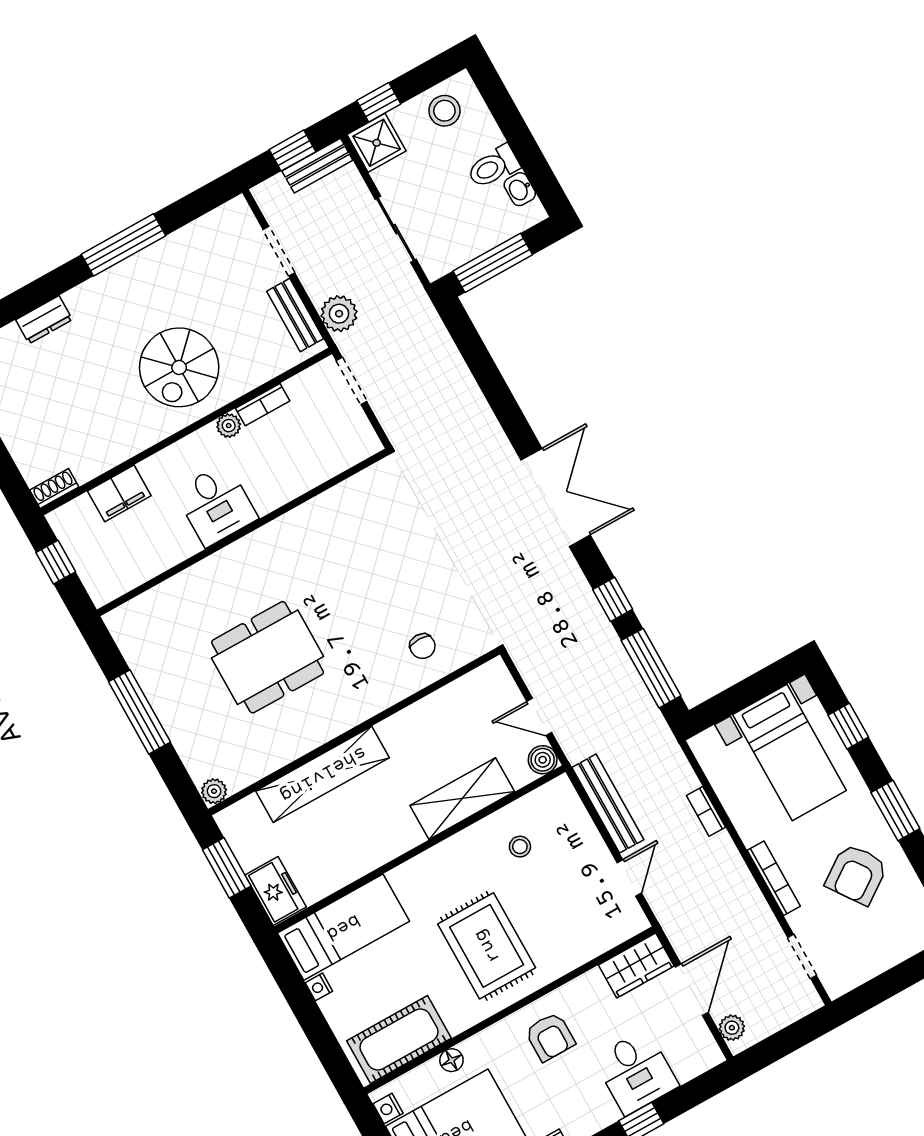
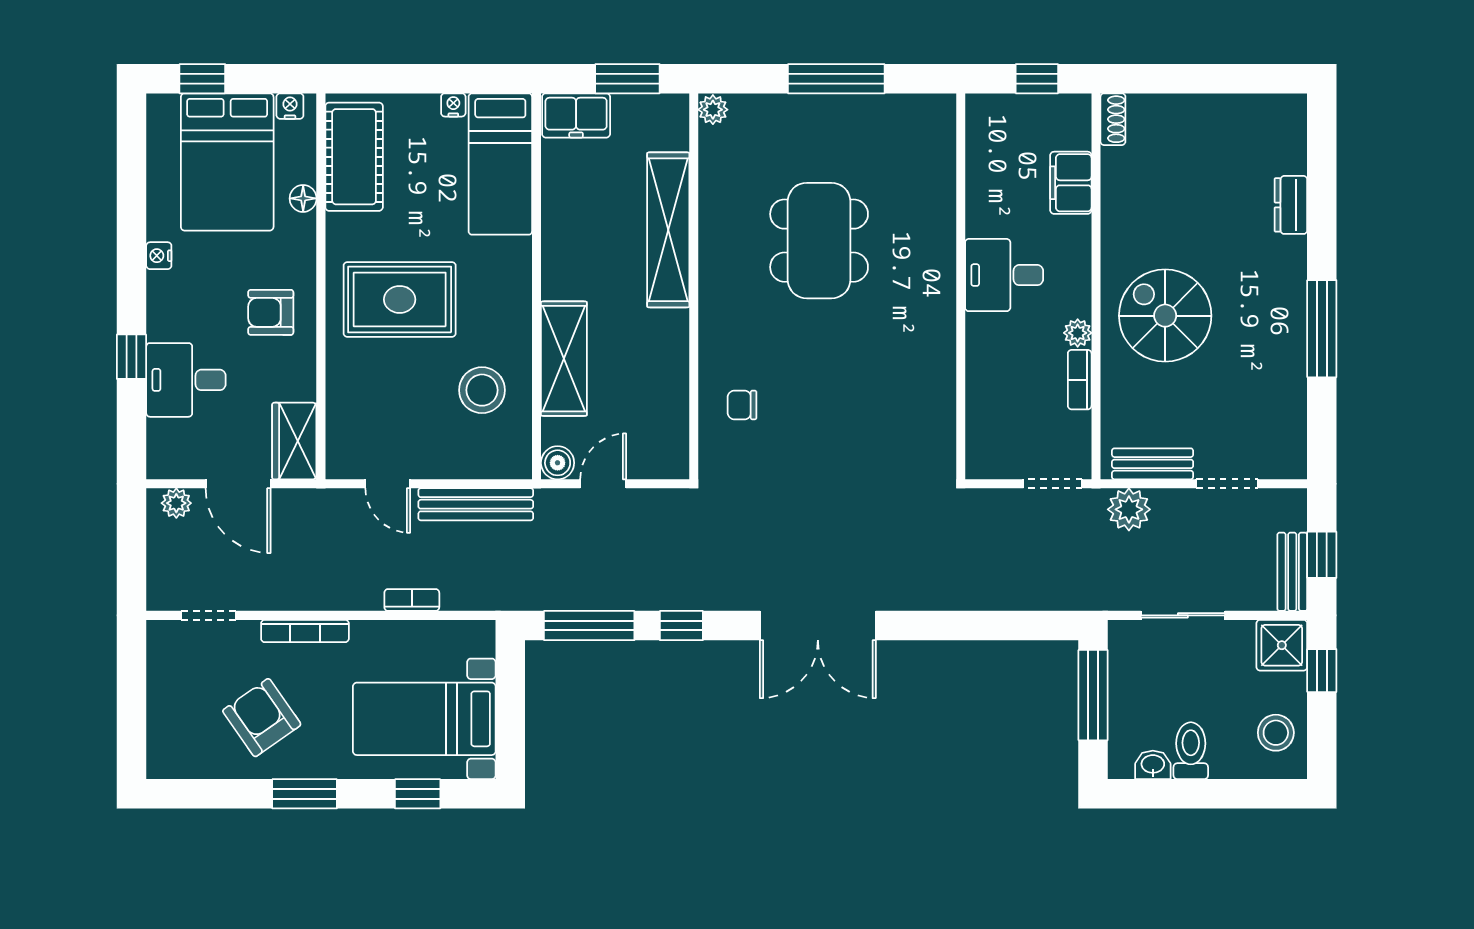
stool: (520, 847) -> (482, 390), width x1.89, depth x1.89

